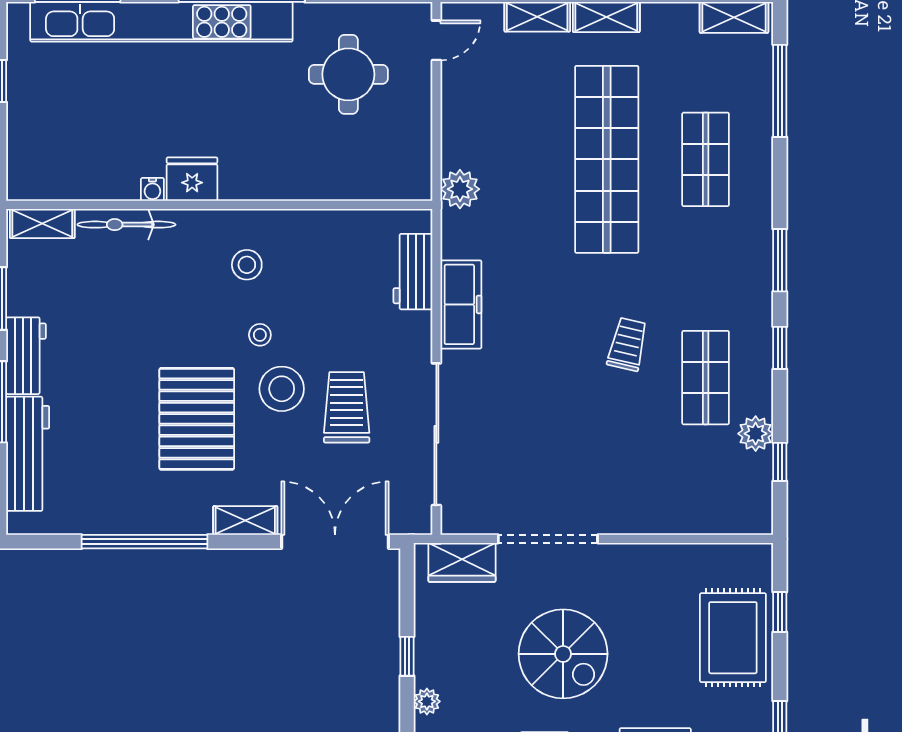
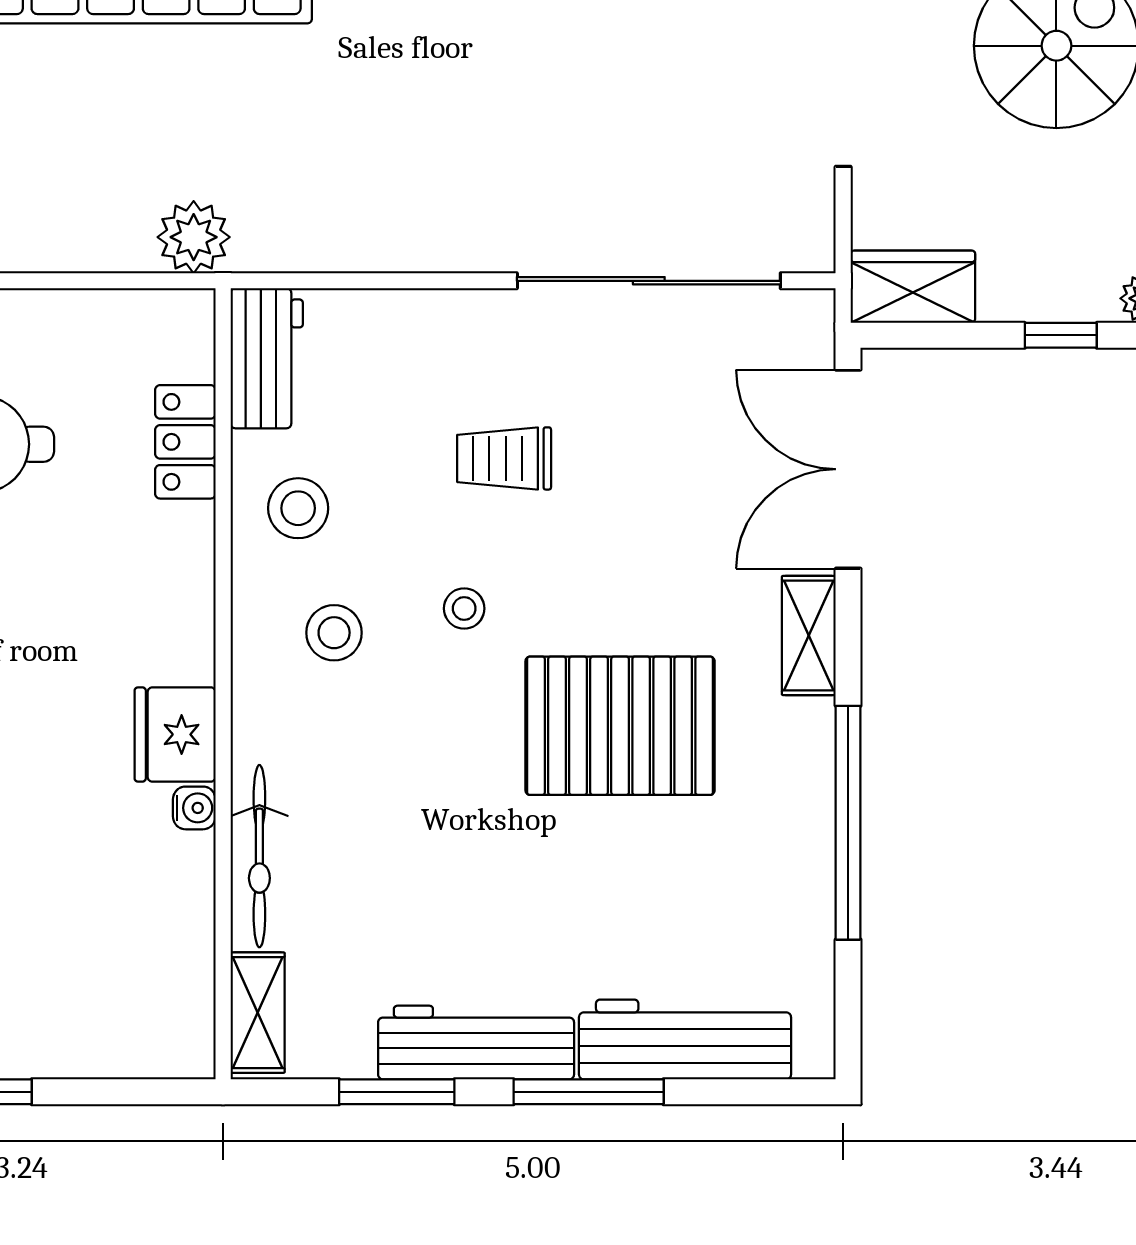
locker: (350, 185) -> (185, 442), added
workbench: (413, 272) -> (267, 358), moved, turned -90
freezer: (461, 304) -> (408, 235), removed
workbench: (26, 356) -> (476, 1043), width x1.38
stool: (282, 389) -> (298, 508), moved, width x0.73, depth x0.73
trolley: (347, 407) -> (504, 458), moved, width x0.73, depth x0.72
wardrobe: (462, 562) -> (913, 287), moved, turned -90

